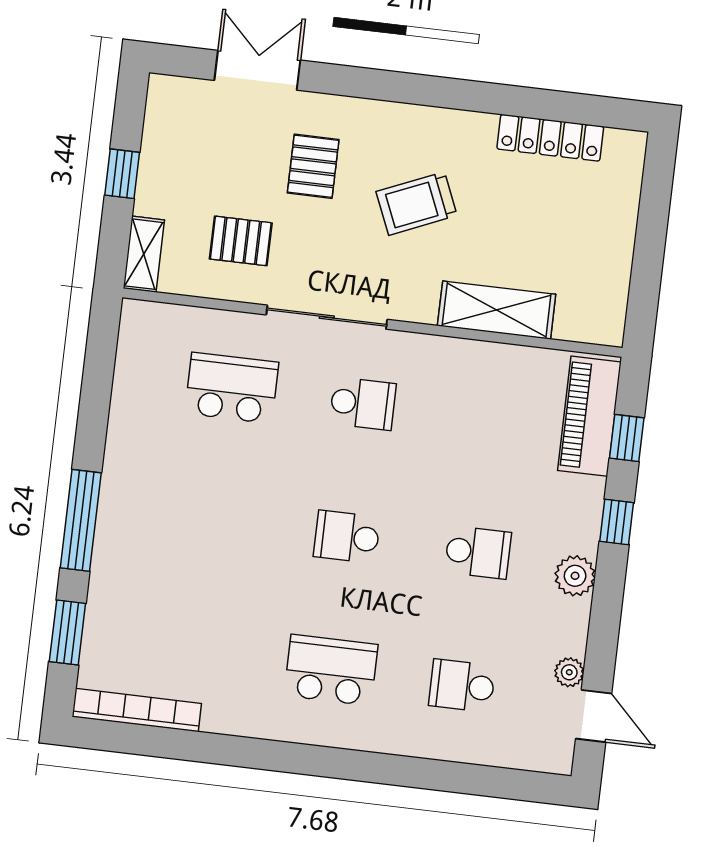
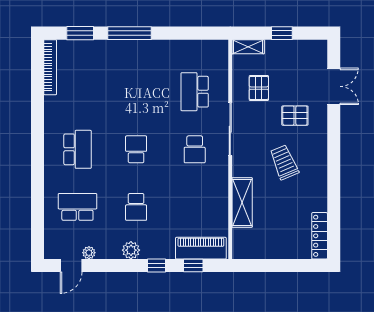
locker: (550, 138) -> (320, 236), moved
school desk: (232, 388) -> (195, 92), turned 180
school desk: (462, 686) -> (77, 207), width x1.85

